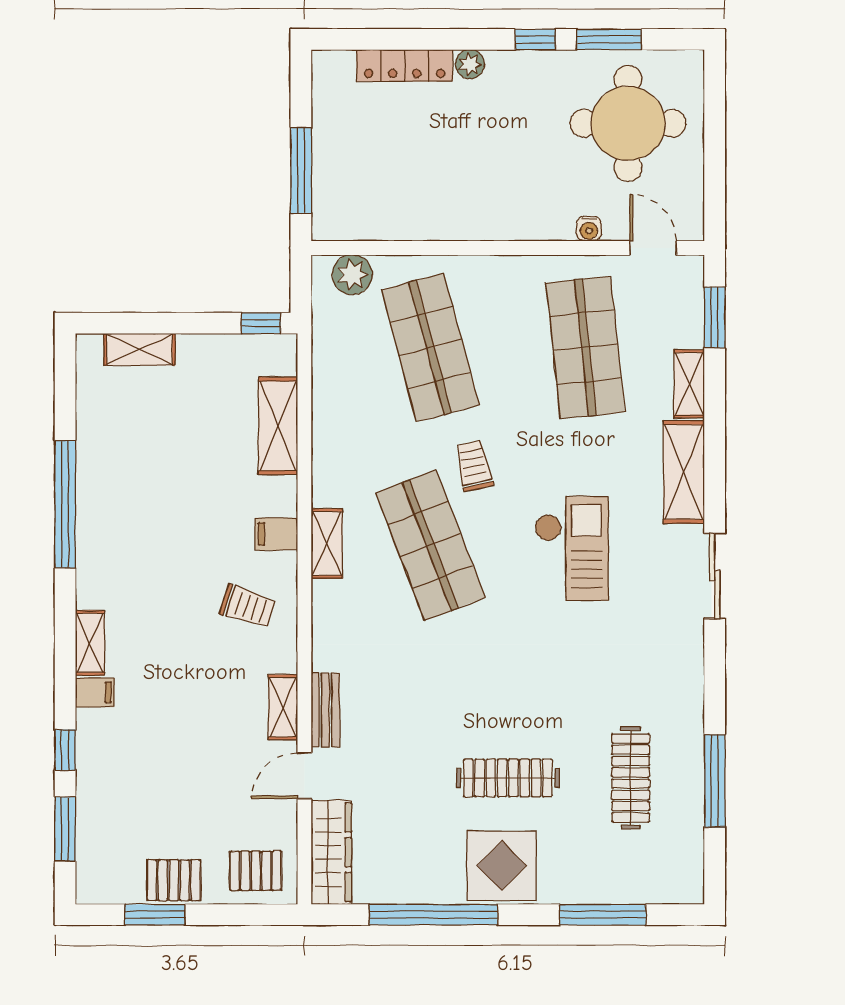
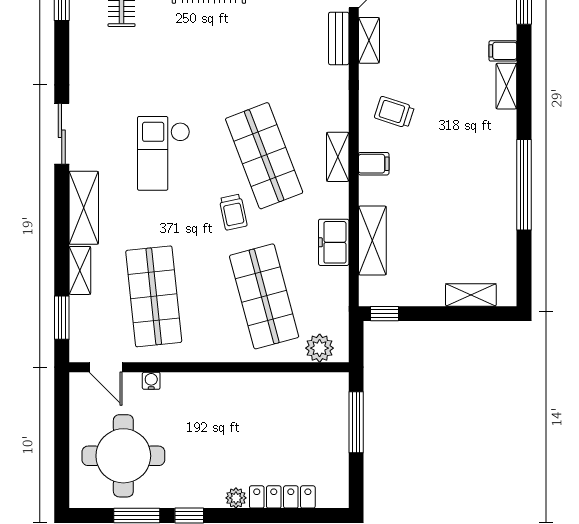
freezer: (332, 423) -> (334, 242), added

